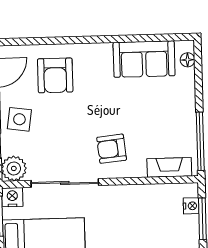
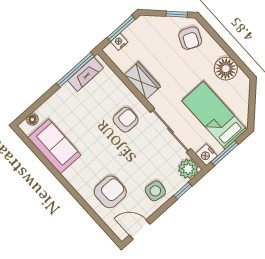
armchair: (112, 149) -> (126, 120), turned -84
fireplace: (169, 167) -> (85, 74), moved, turned -90
wardrobe: (135, 196) -> (142, 81), added

